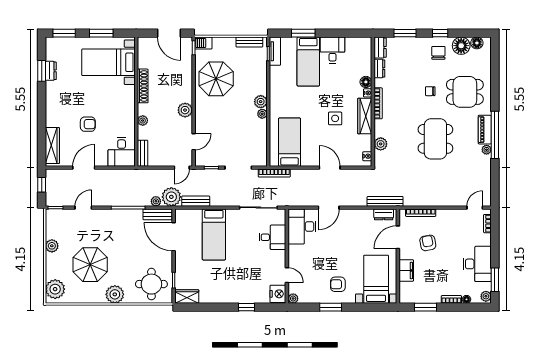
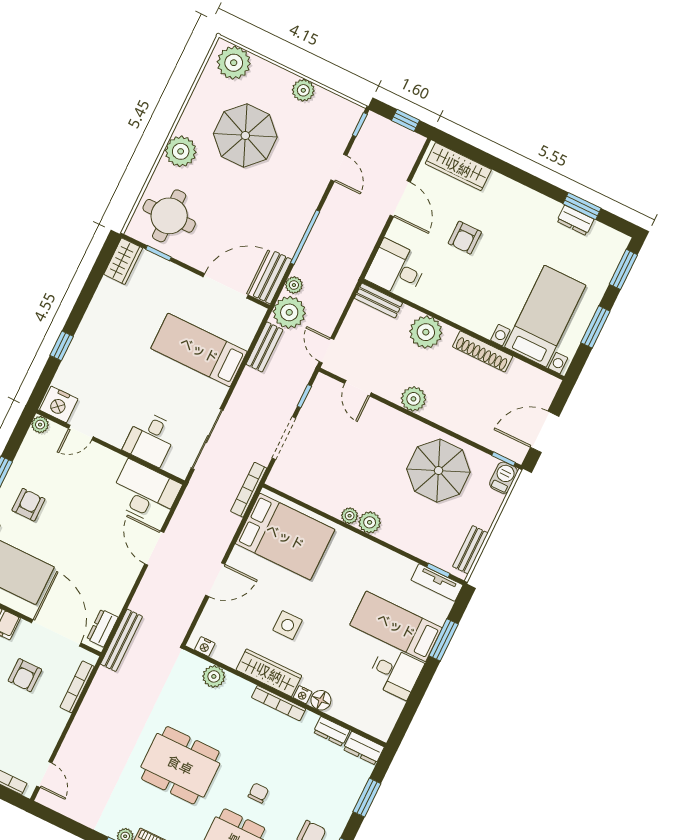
plant: (143, 121) -> (426, 332), width x1.88, depth x1.88
bed: (289, 142) -> (285, 537), width x1.50
door: (398, 237) -> (56, 633), width x1.36
armchair: (428, 243) -> (25, 675), turned 101

